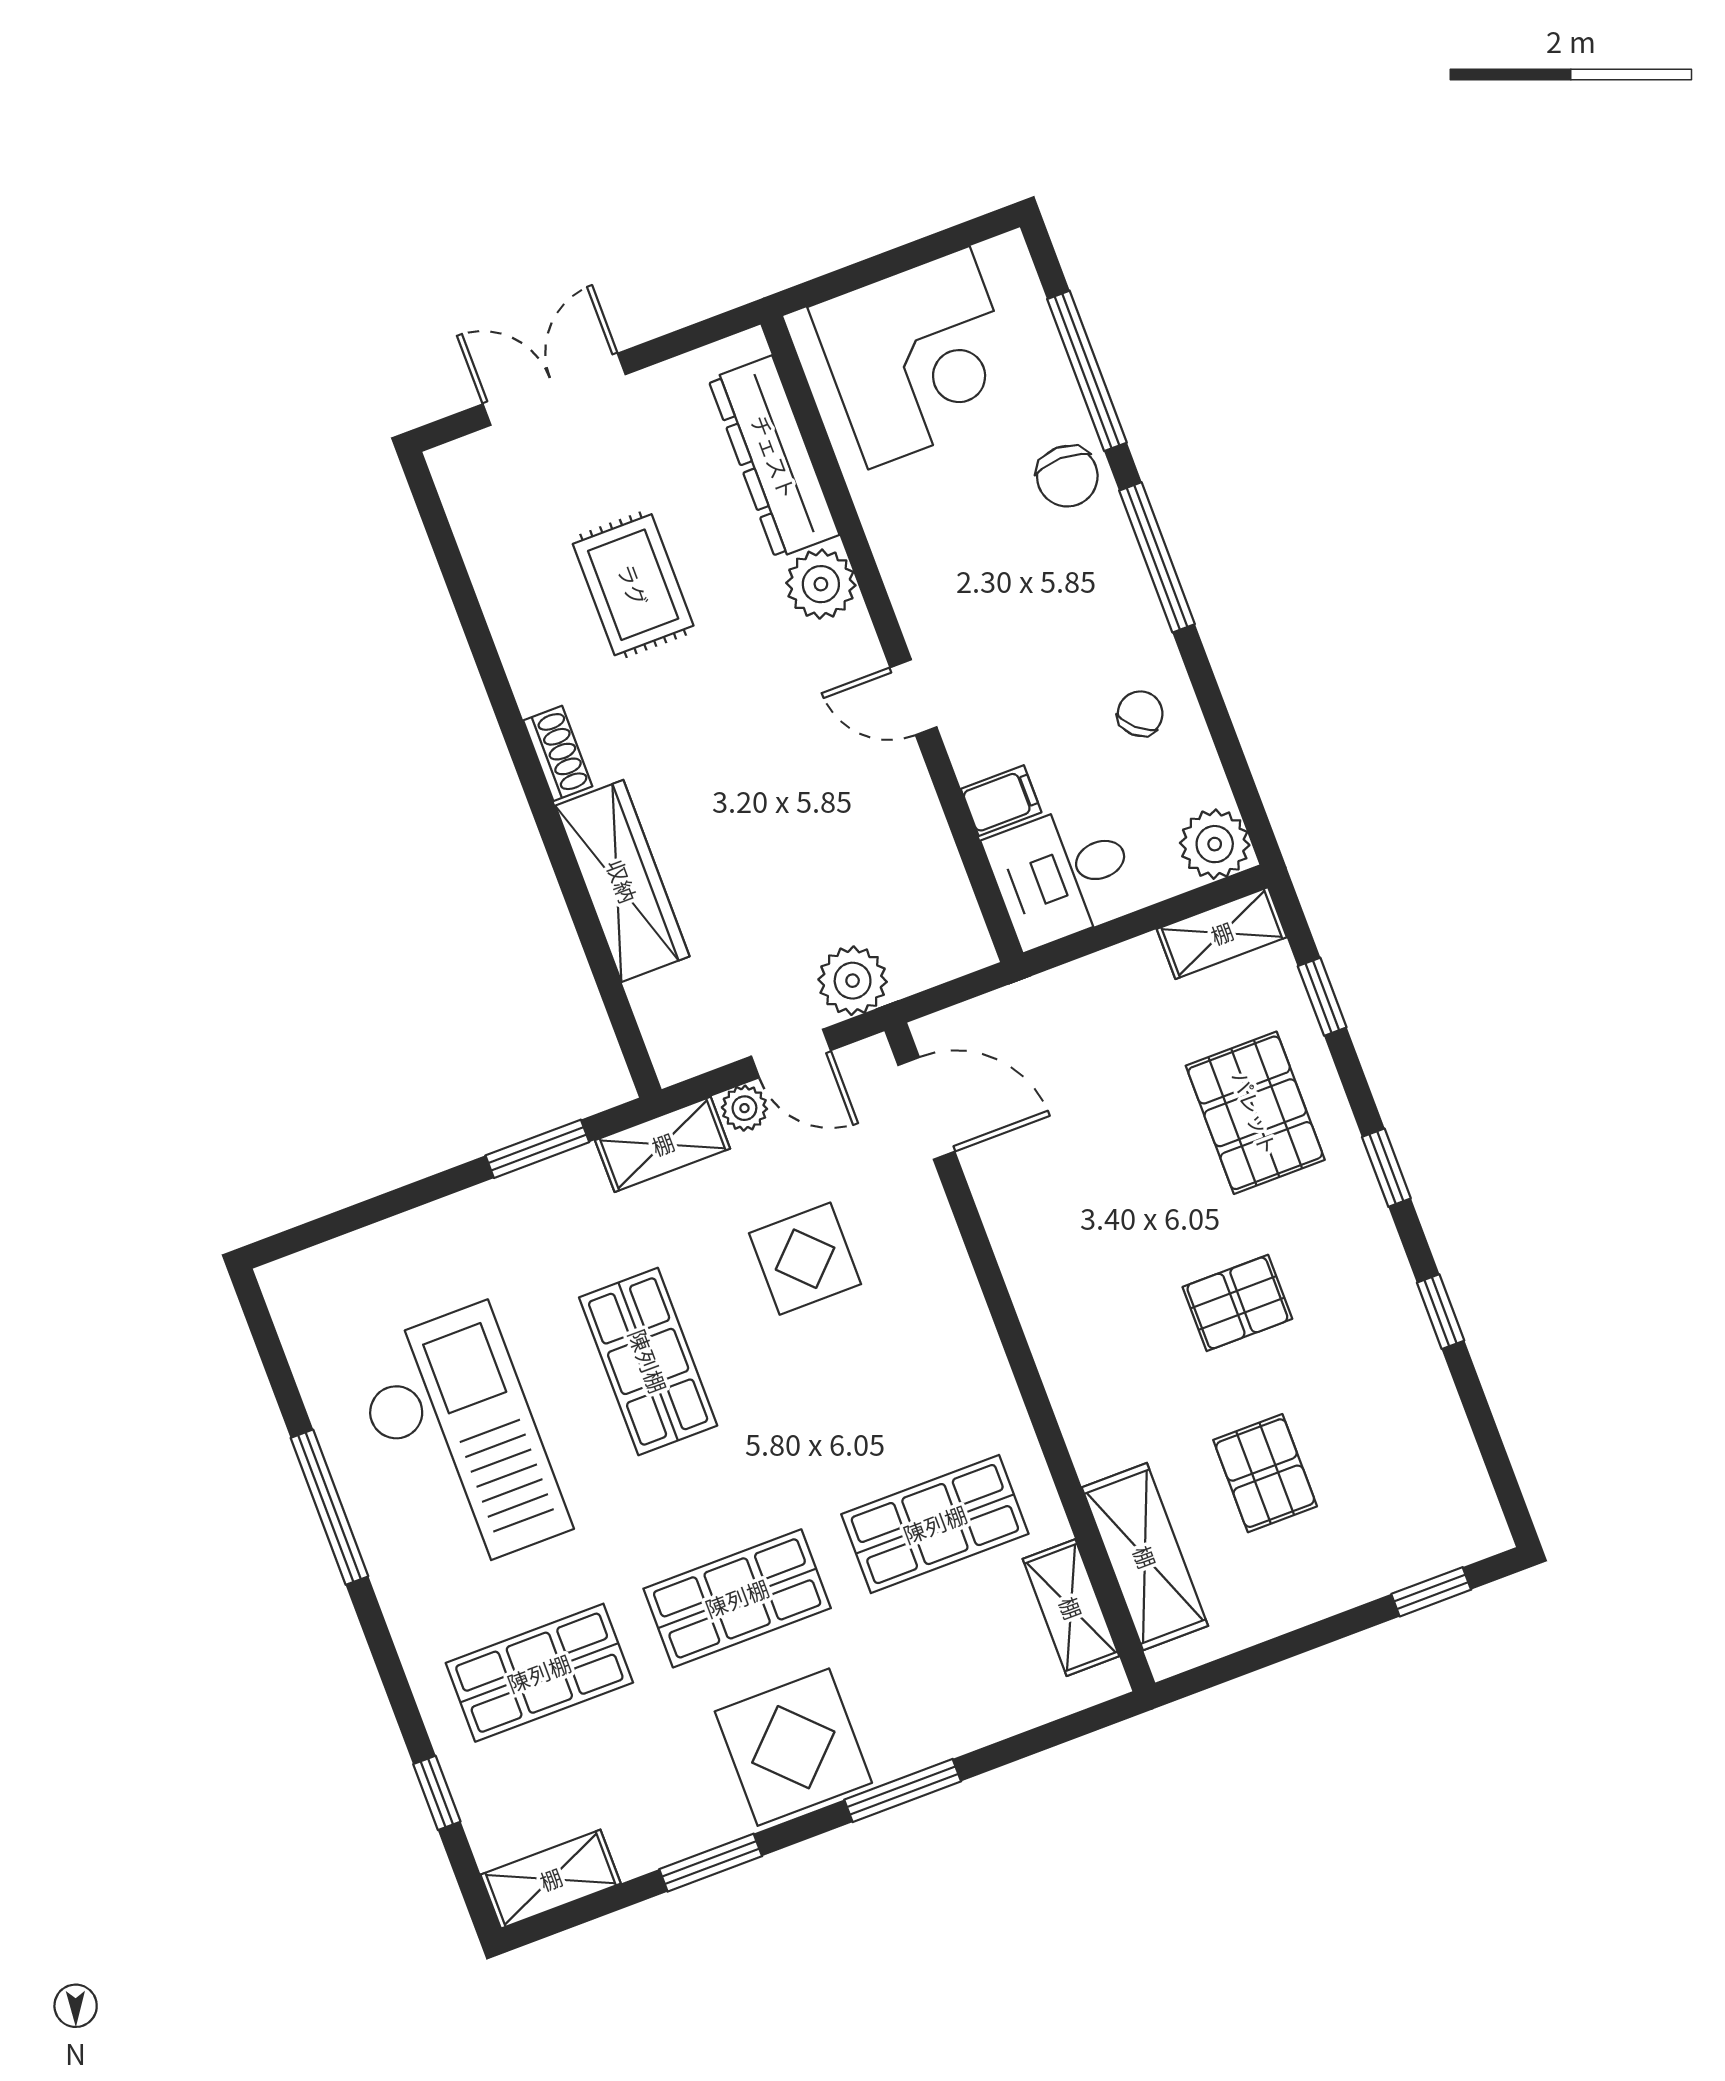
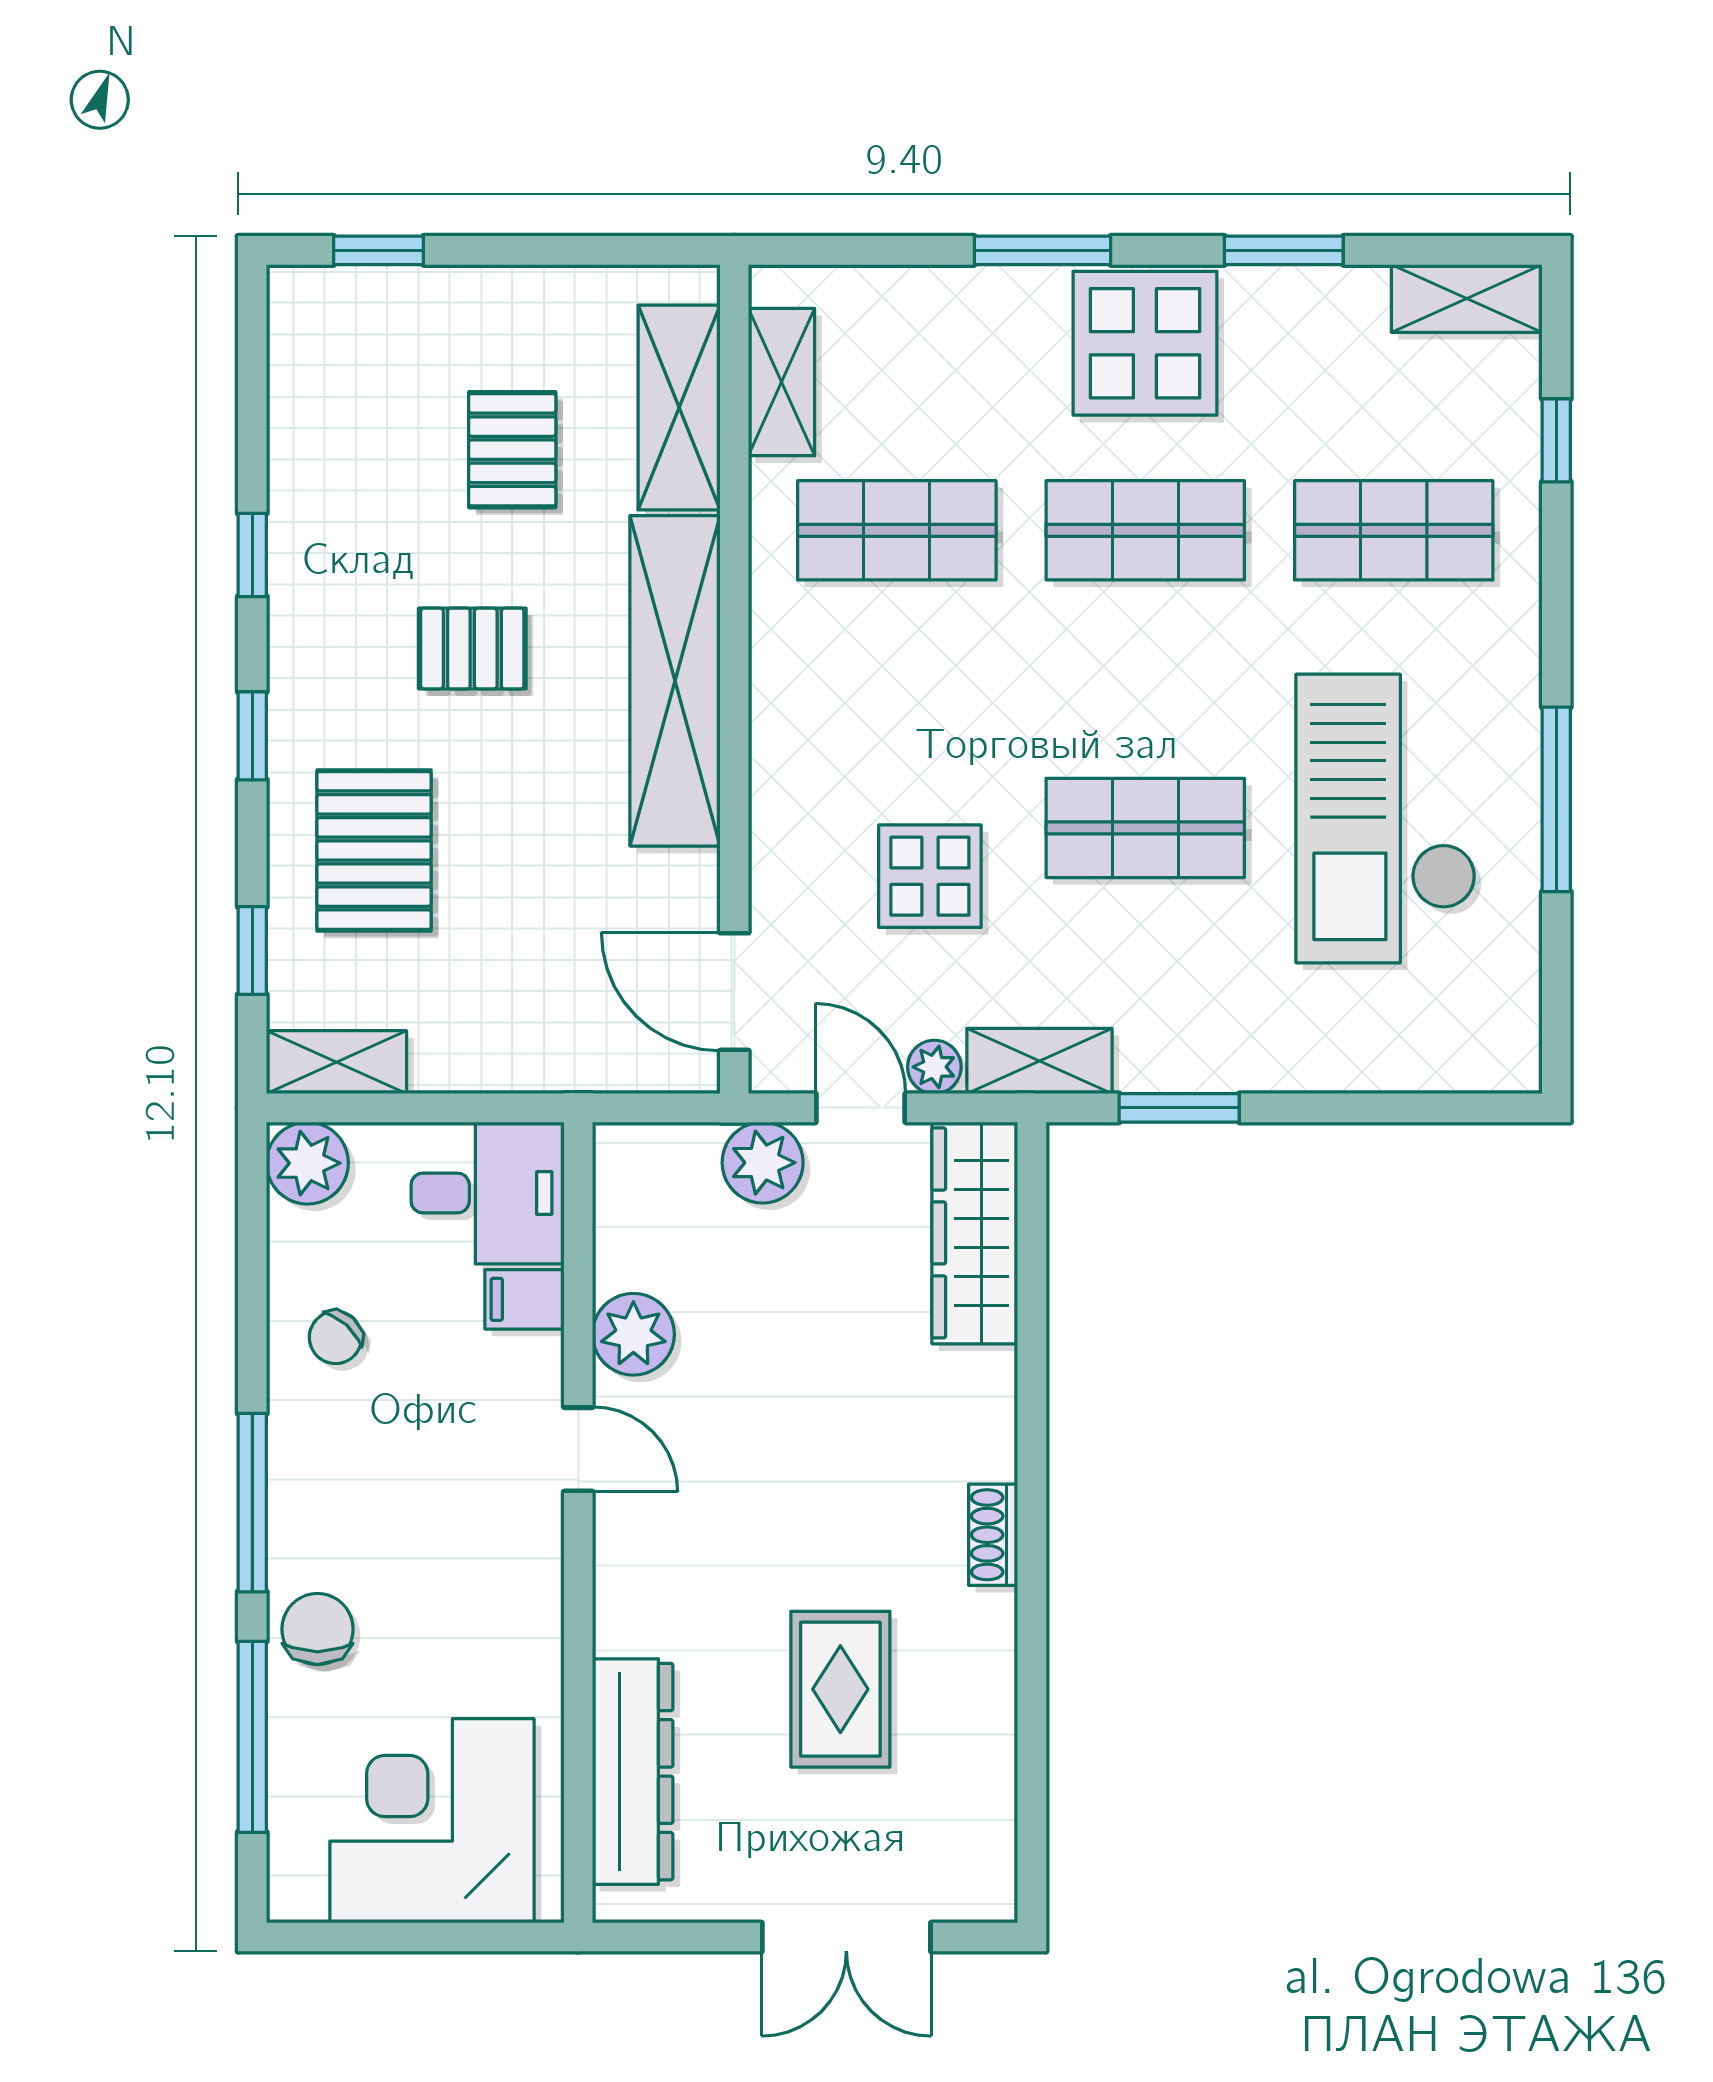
plant: (821, 584) -> (633, 1334), moved
wardrobe: (622, 881) -> (975, 1233), moved
shelving: (1066, 1338) -> (675, 681), added
shop shelf: (648, 1361) -> (1145, 828), turned 90

